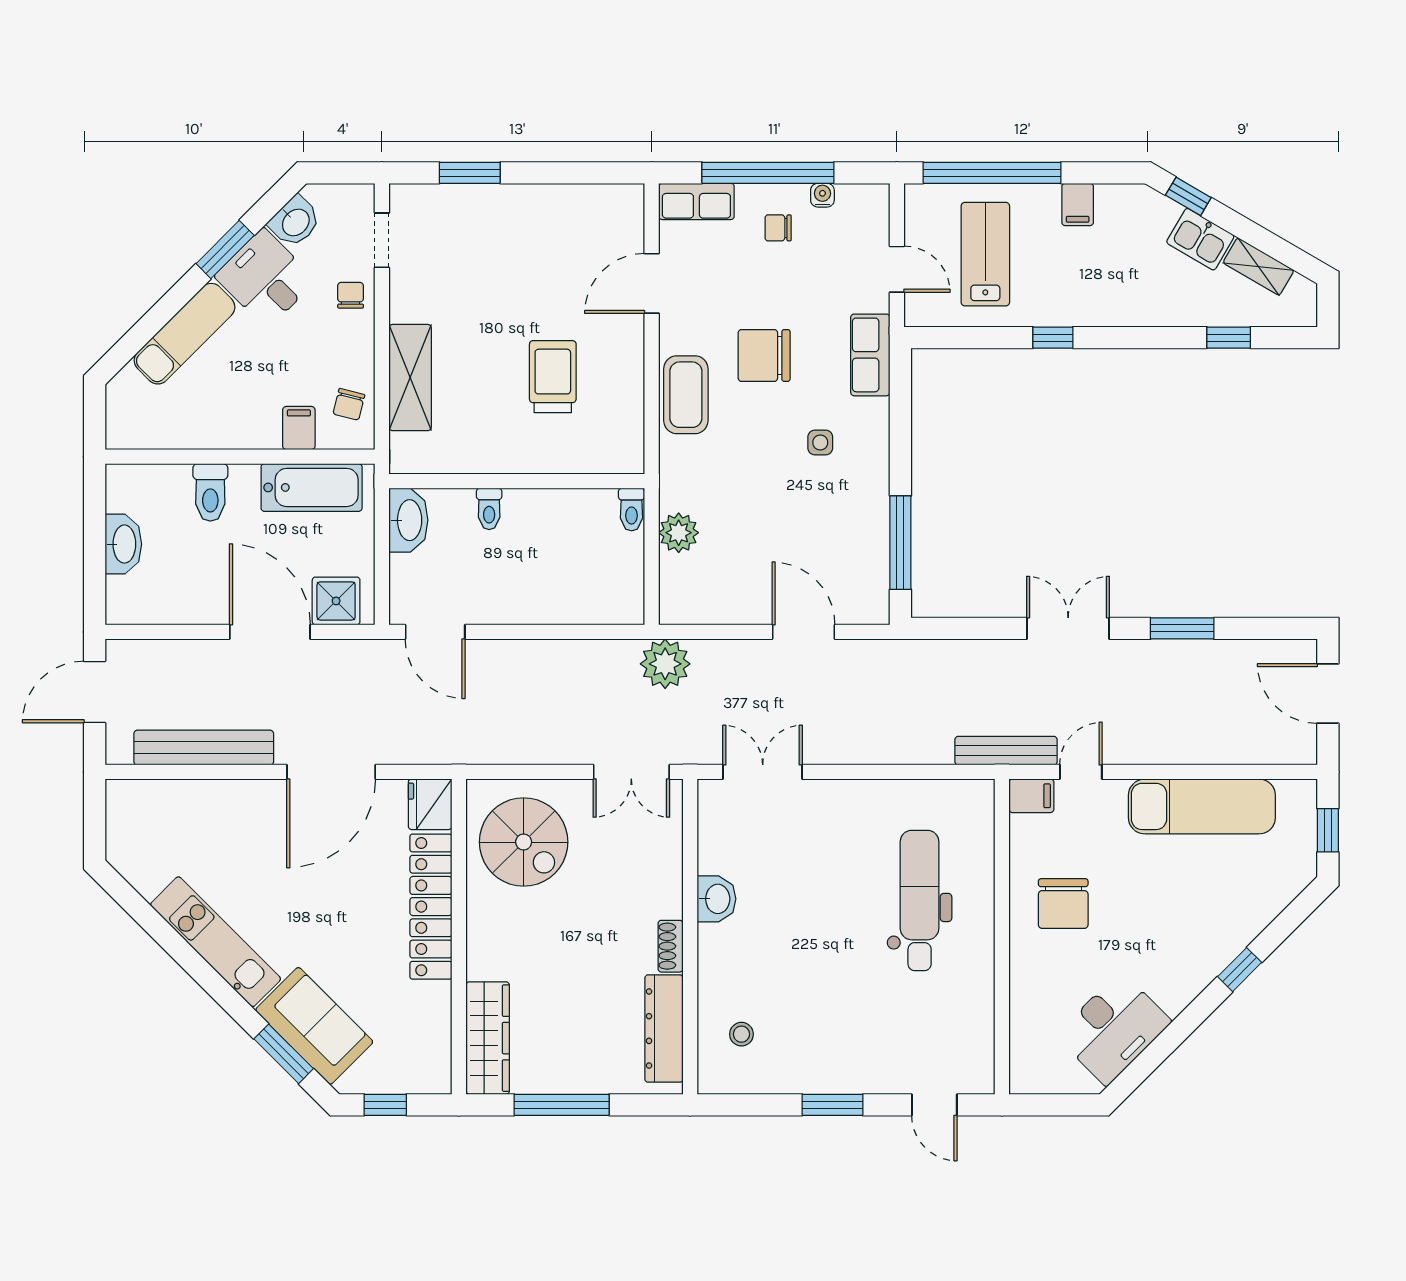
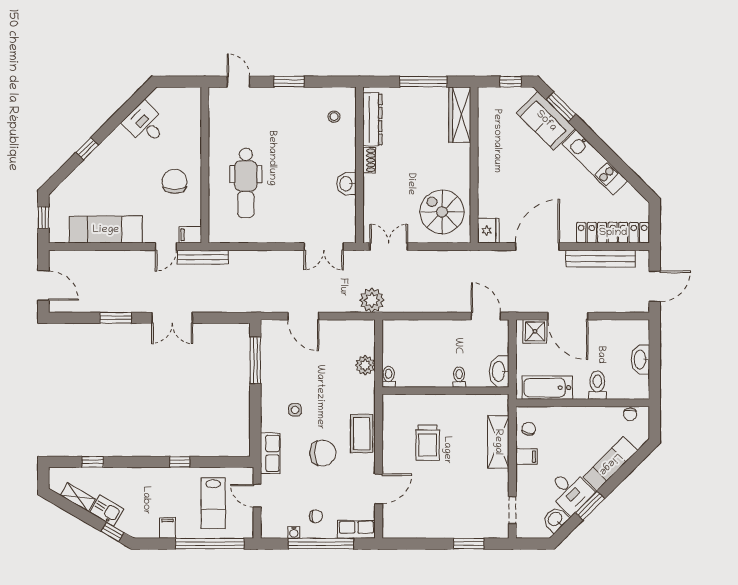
chair: (351, 295) -> (630, 414), moved
filing cabinet: (299, 428) -> (526, 457), moved, turned -90
locker: (431, 907) -> (613, 233), moved, turned -90
desk: (1114, 1029) -> (145, 124), width x0.73

